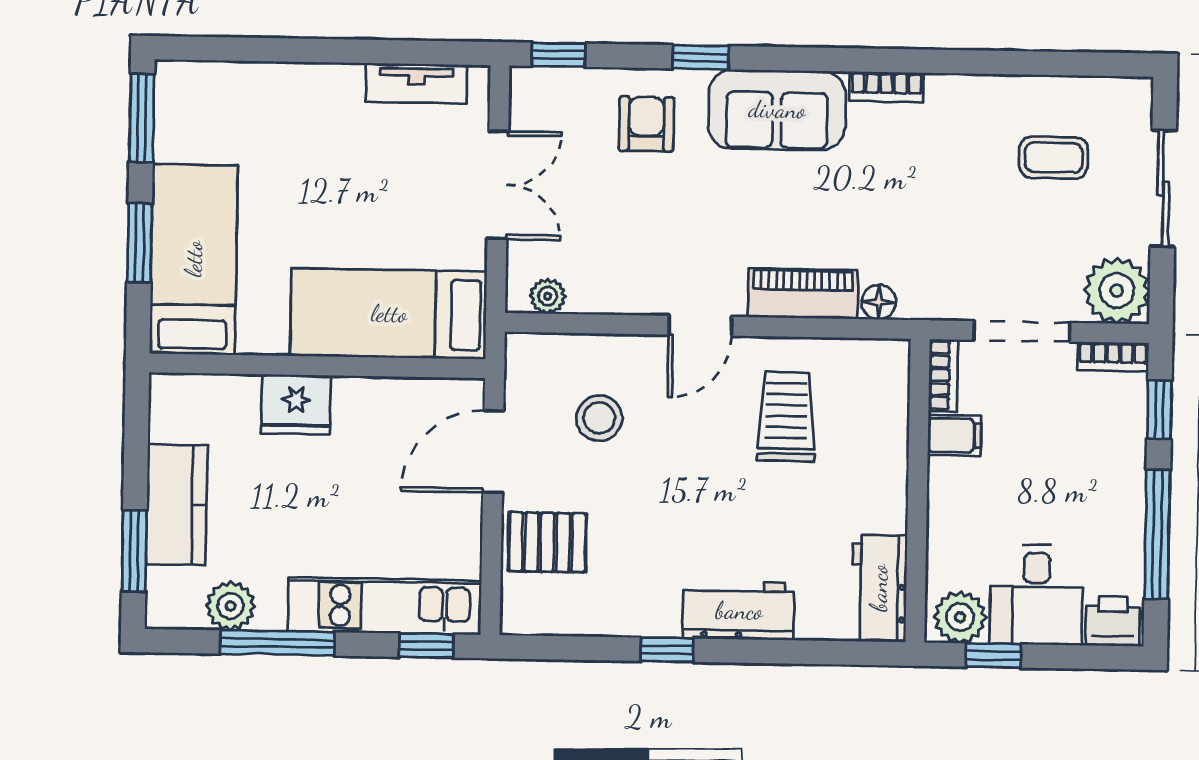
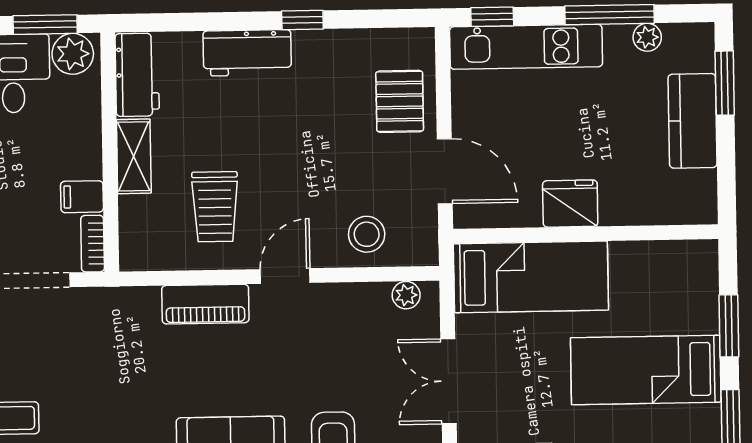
bed: (194, 259) -> (646, 370), moved, turned 90
floor lamp: (879, 302) -> (145, 299), removed
fridge: (296, 404) -> (570, 204), moved
stool: (599, 418) -> (367, 234), moved
door: (493, 452) -> (445, 171), hinge flipped
shelving: (887, 484) -> (134, 156), added
pallet: (547, 542) -> (400, 101), turned 90
plant: (231, 606) -> (647, 37), width x0.73, depth x0.73
window: (994, 655) -> (45, 25), width x1.50

